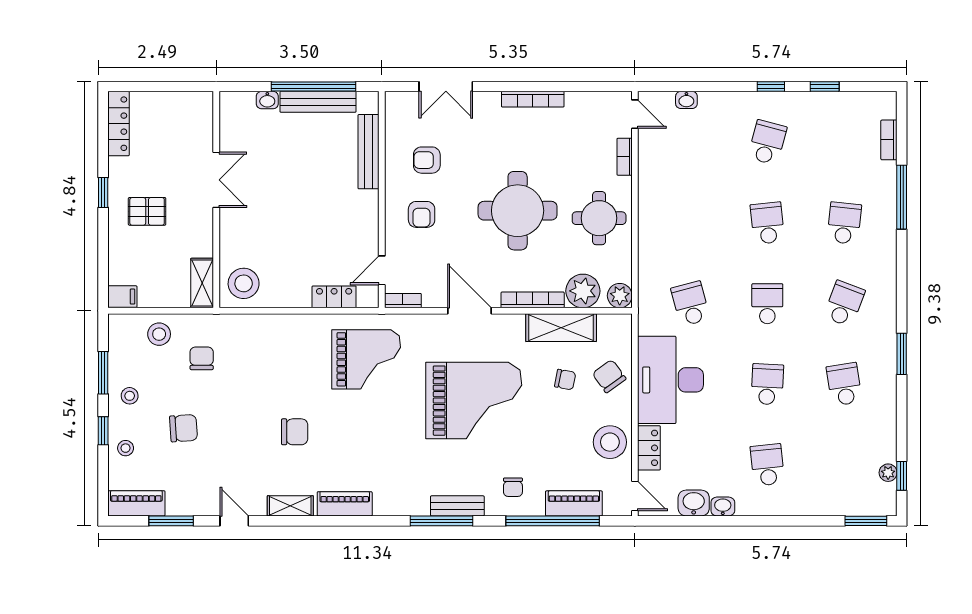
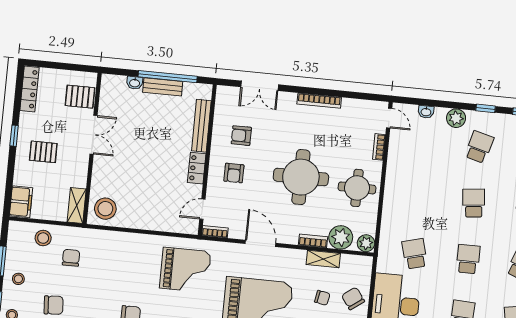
bench: (318, 102) -> (163, 87), width x0.73
plant: (730, 105) -> (456, 118), added
pallet: (192, 127) -> (80, 97), added
filing cabinet: (122, 297) -> (21, 202), width x2.00
locker: (334, 297) -> (197, 168), moved, turned -90
bookcase: (533, 300) -> (313, 241), width x0.64
shelving: (561, 328) -> (323, 259), width x0.67, depth x0.75

